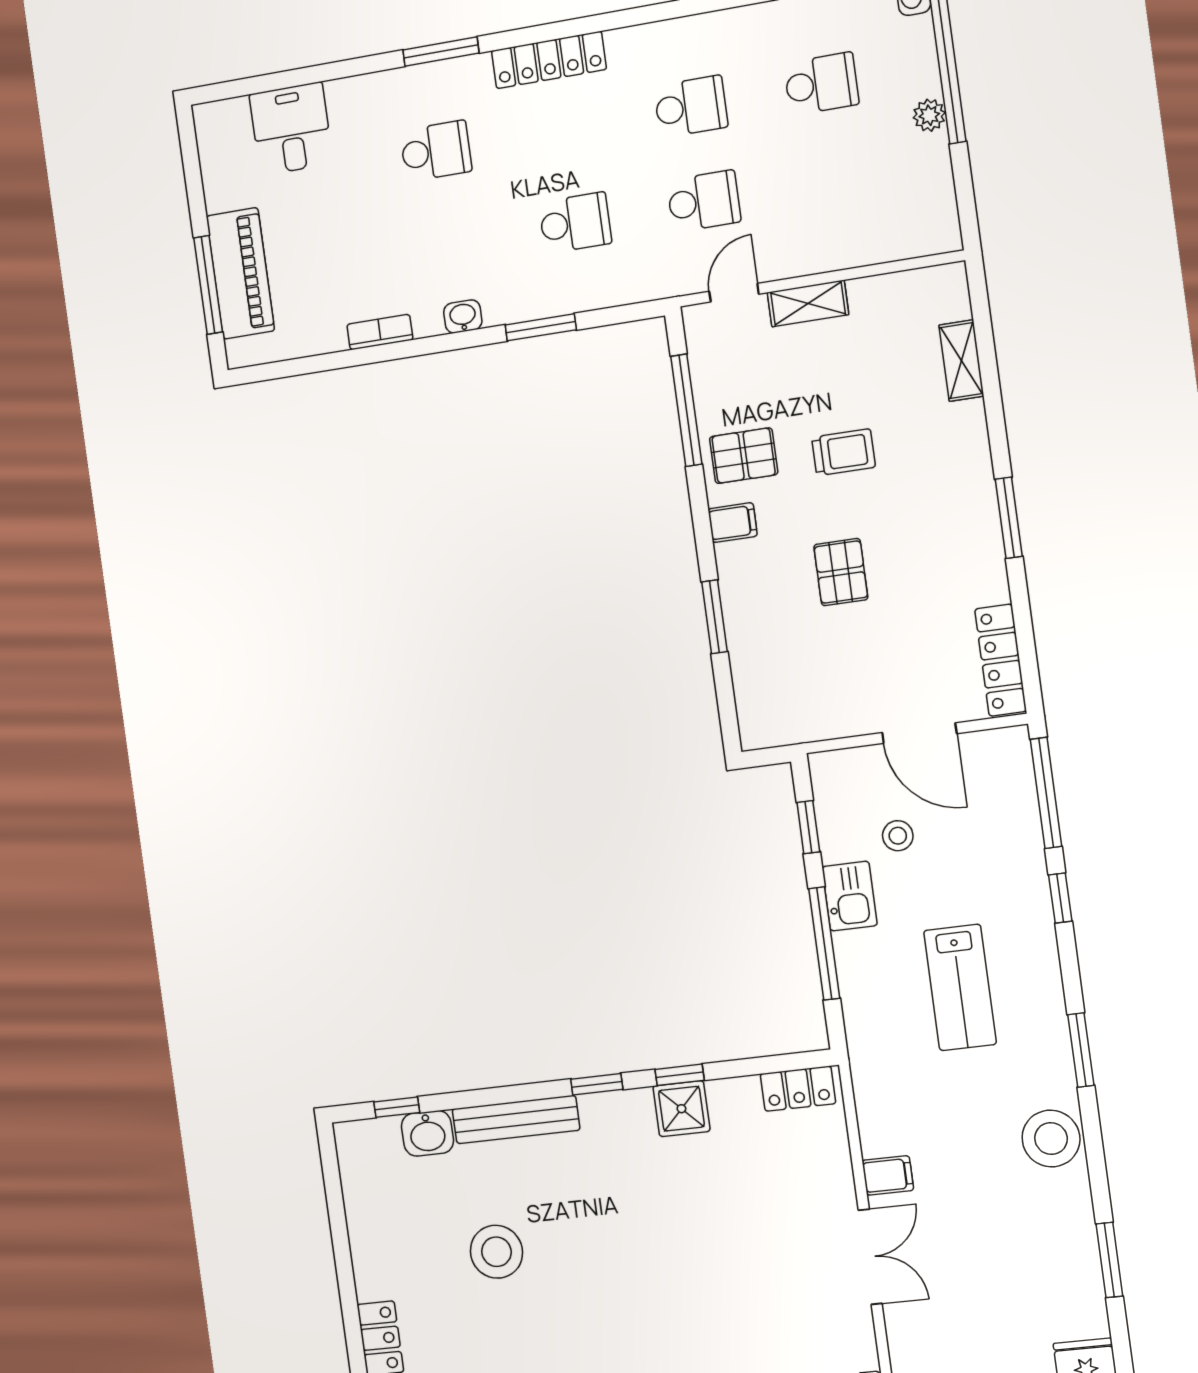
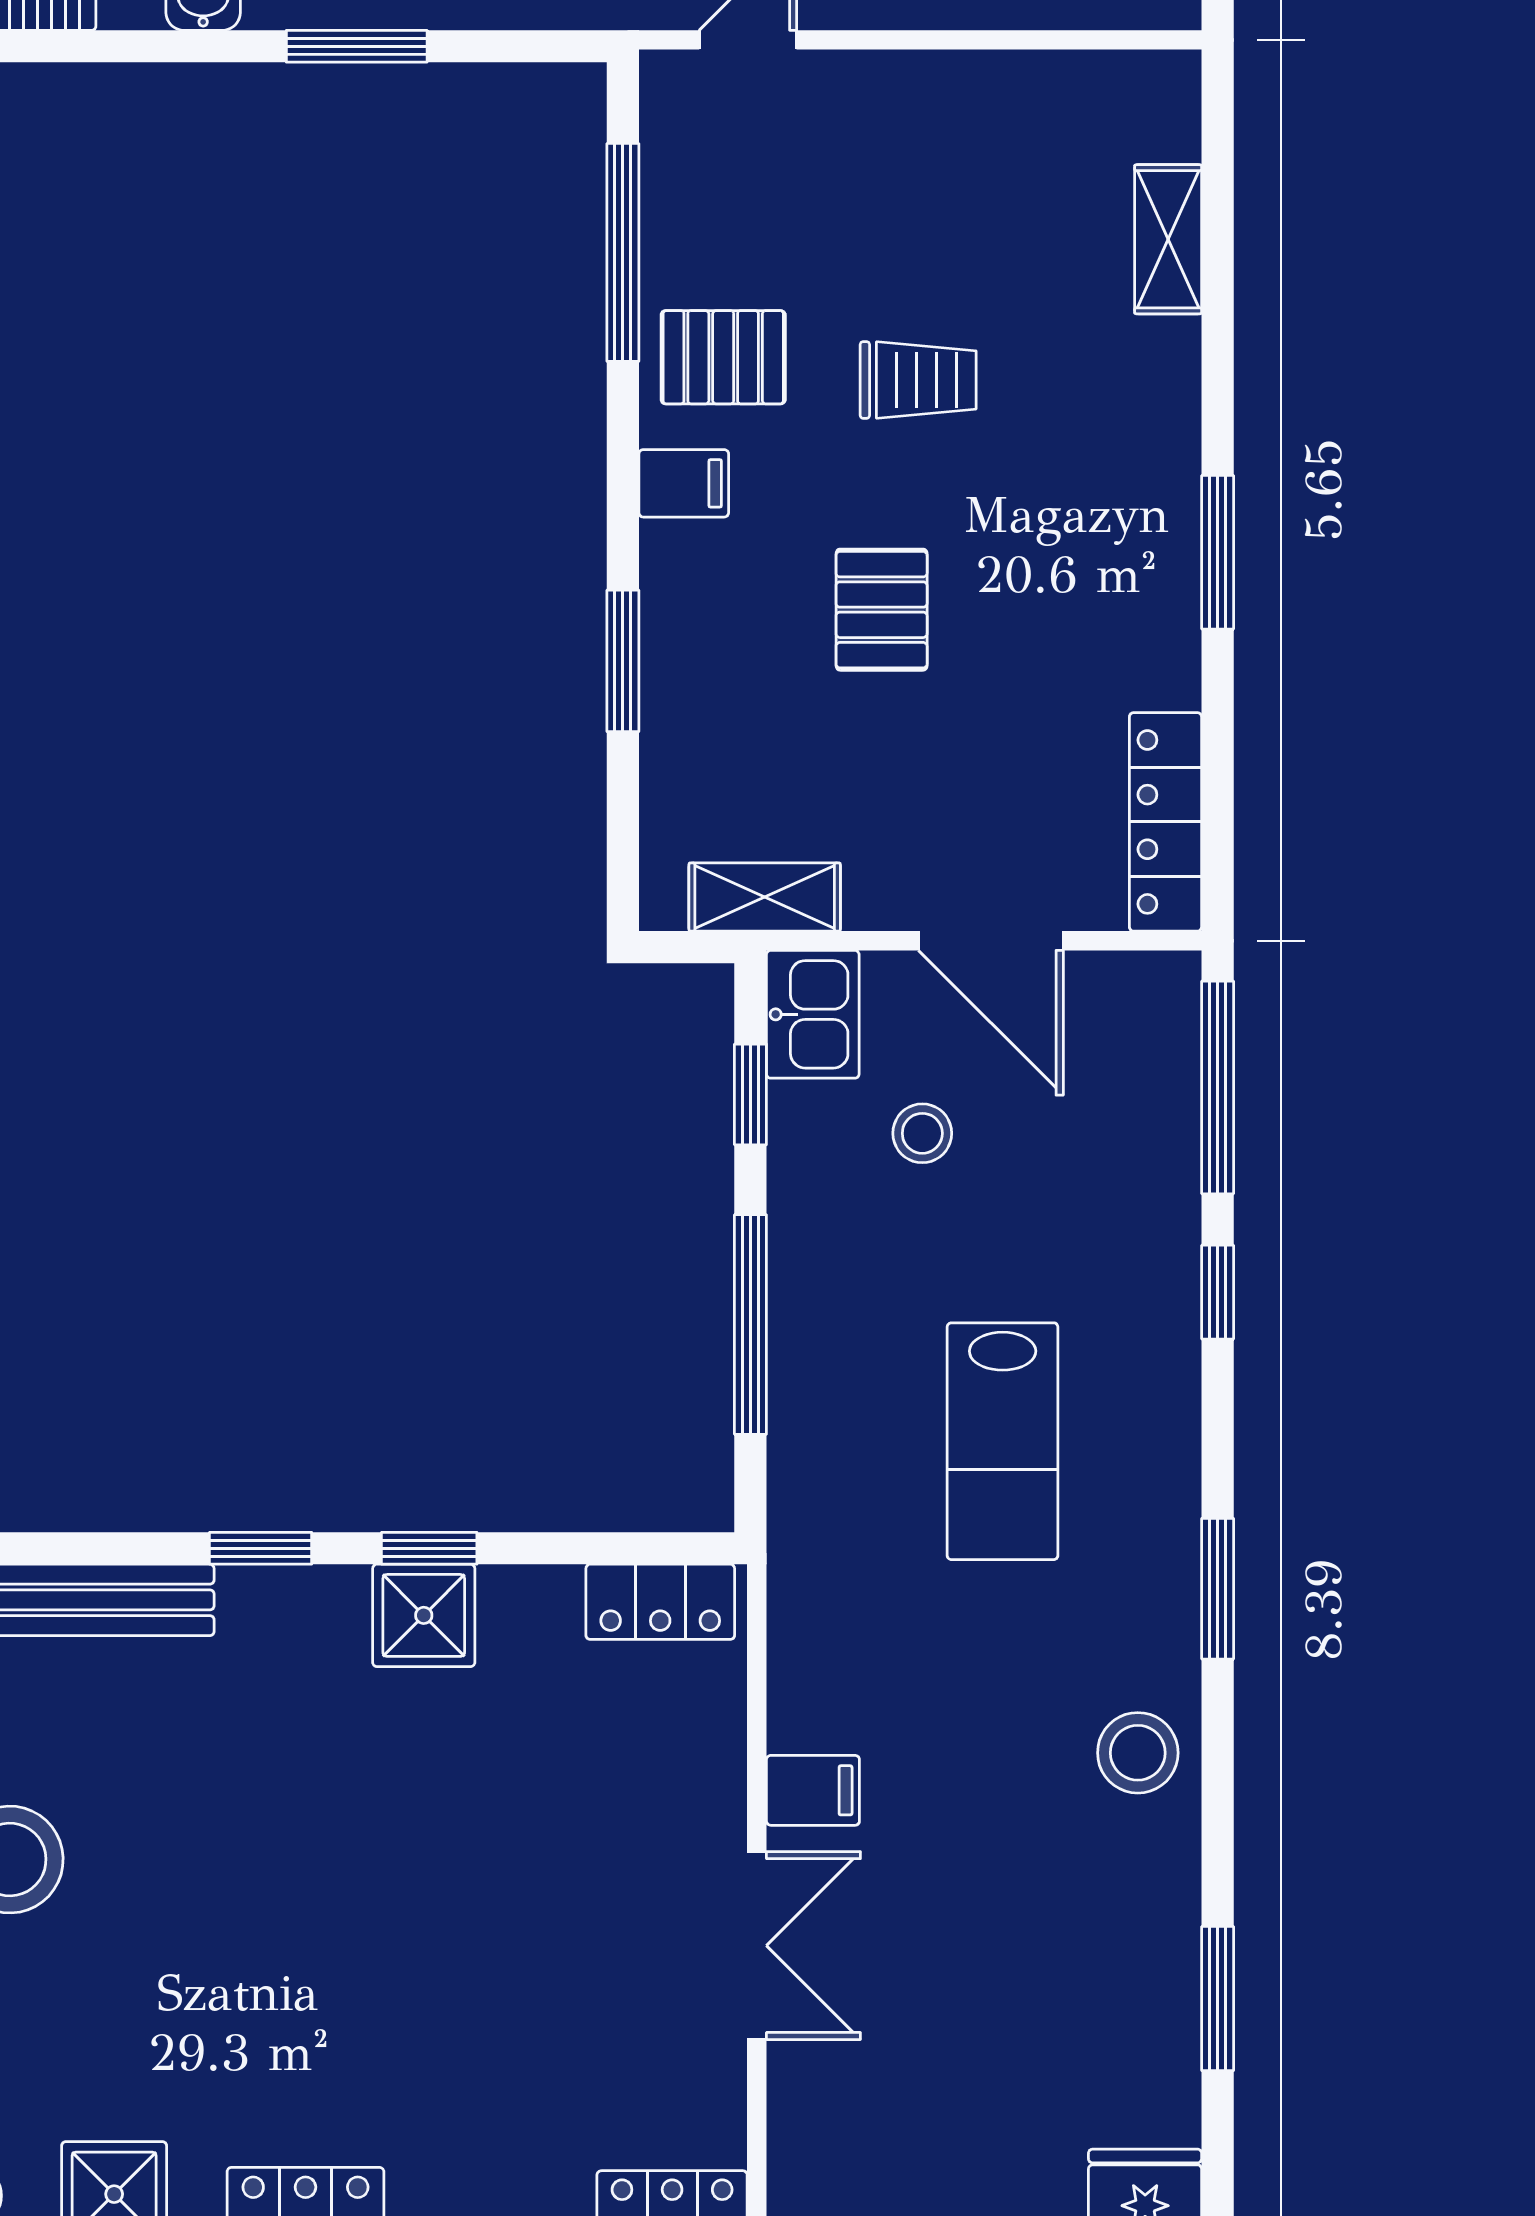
shelving: (808, 303) -> (765, 897), moved
kitchen sink: (850, 896) -> (813, 1014), moved
stool: (1051, 1139) -> (1138, 1753), width x0.73, depth x0.73

